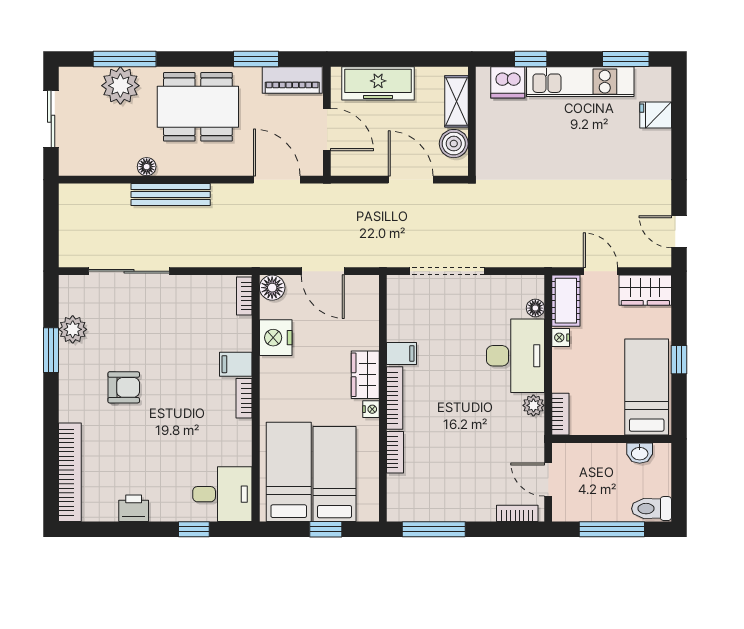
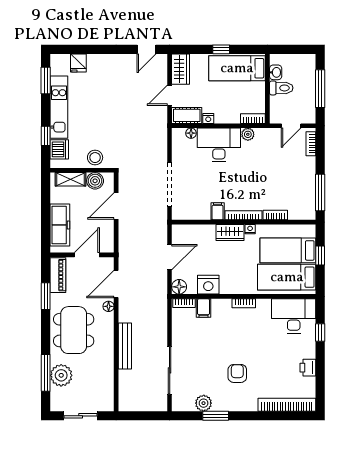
stool: (494, 144) -> (95, 158), added
floor lamp: (147, 167) -> (109, 306), moved
filing cabinet: (236, 364) -> (204, 308), moved
desk: (222, 494) -> (294, 316), width x1.37
toilet: (652, 509) -> (281, 88), moved, turned -90

